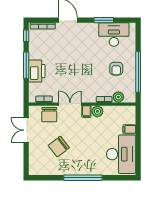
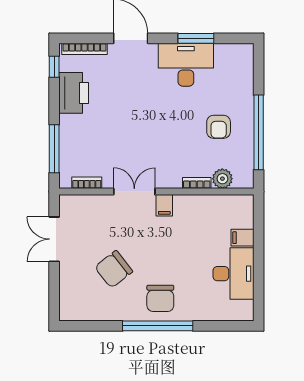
desk: (114, 35) -> (186, 65), moved
window: (26, 65) -> (54, 149), moved
printer: (37, 71) -> (74, 93), moved
plant: (97, 111) -> (184, 205), removed
chair: (49, 115) -> (160, 298), moved
desk: (121, 154) -> (234, 274), width x0.73, depth x0.77

